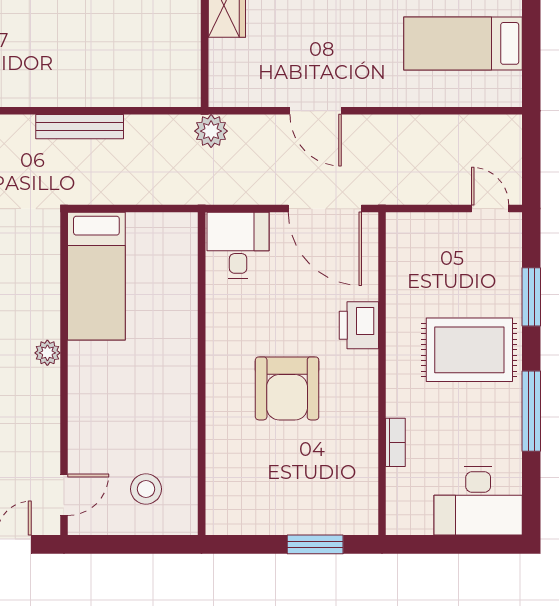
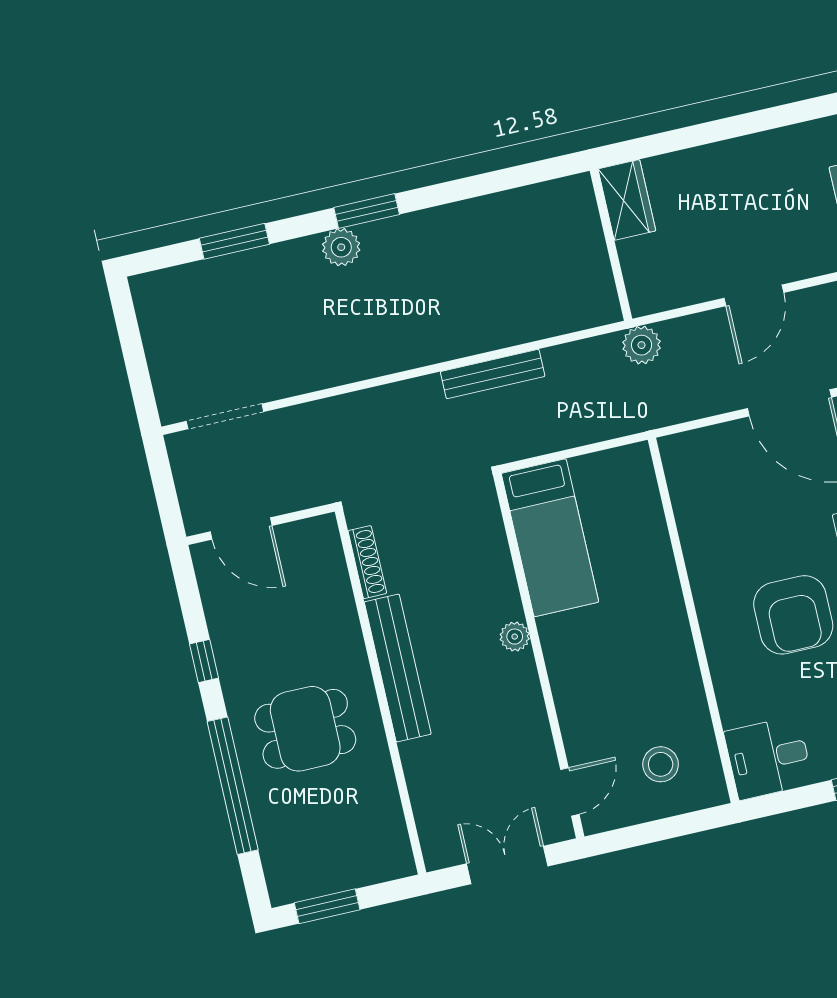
door: (316, 111) -> (754, 295), hinge flipped
desk: (238, 245) -> (769, 758), moved, turned -90

